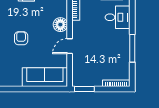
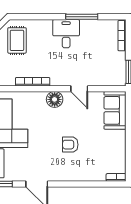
desk: (118, 17) -> (66, 34), moved
sofa: (45, 77) -> (115, 110), width x0.73

